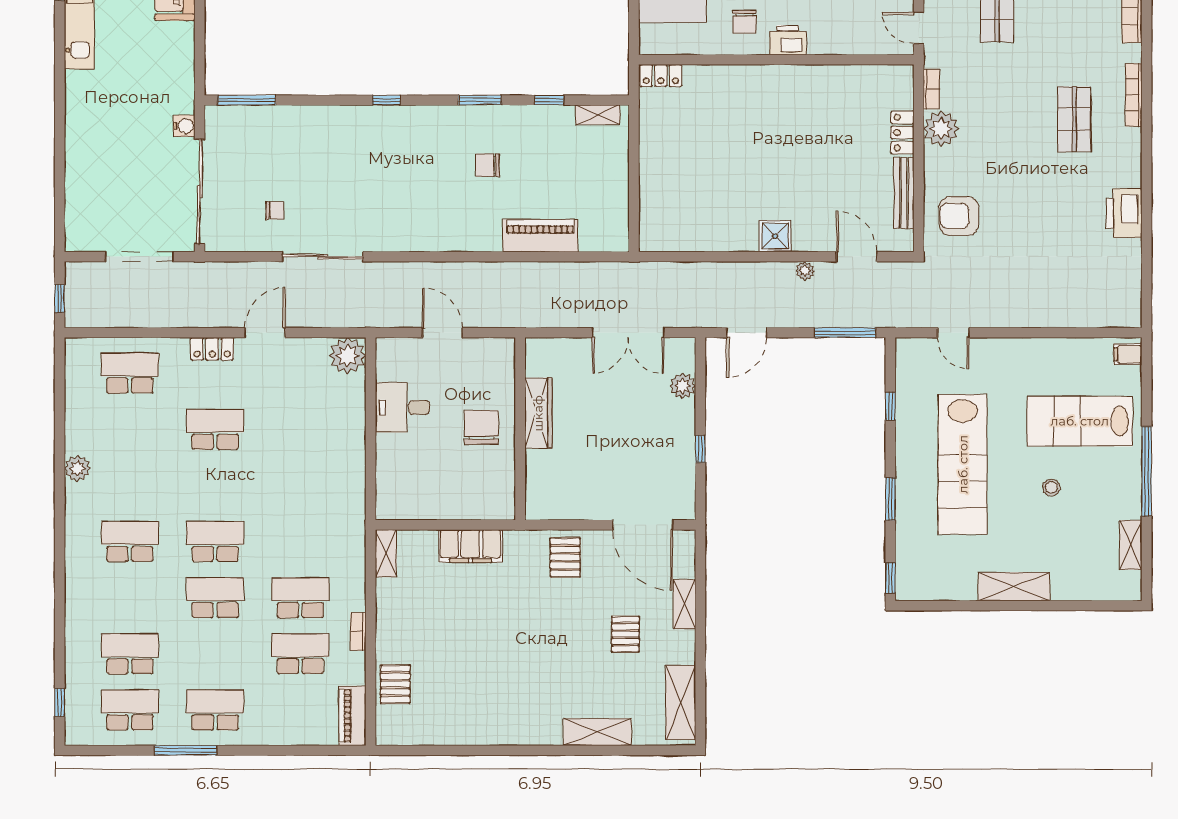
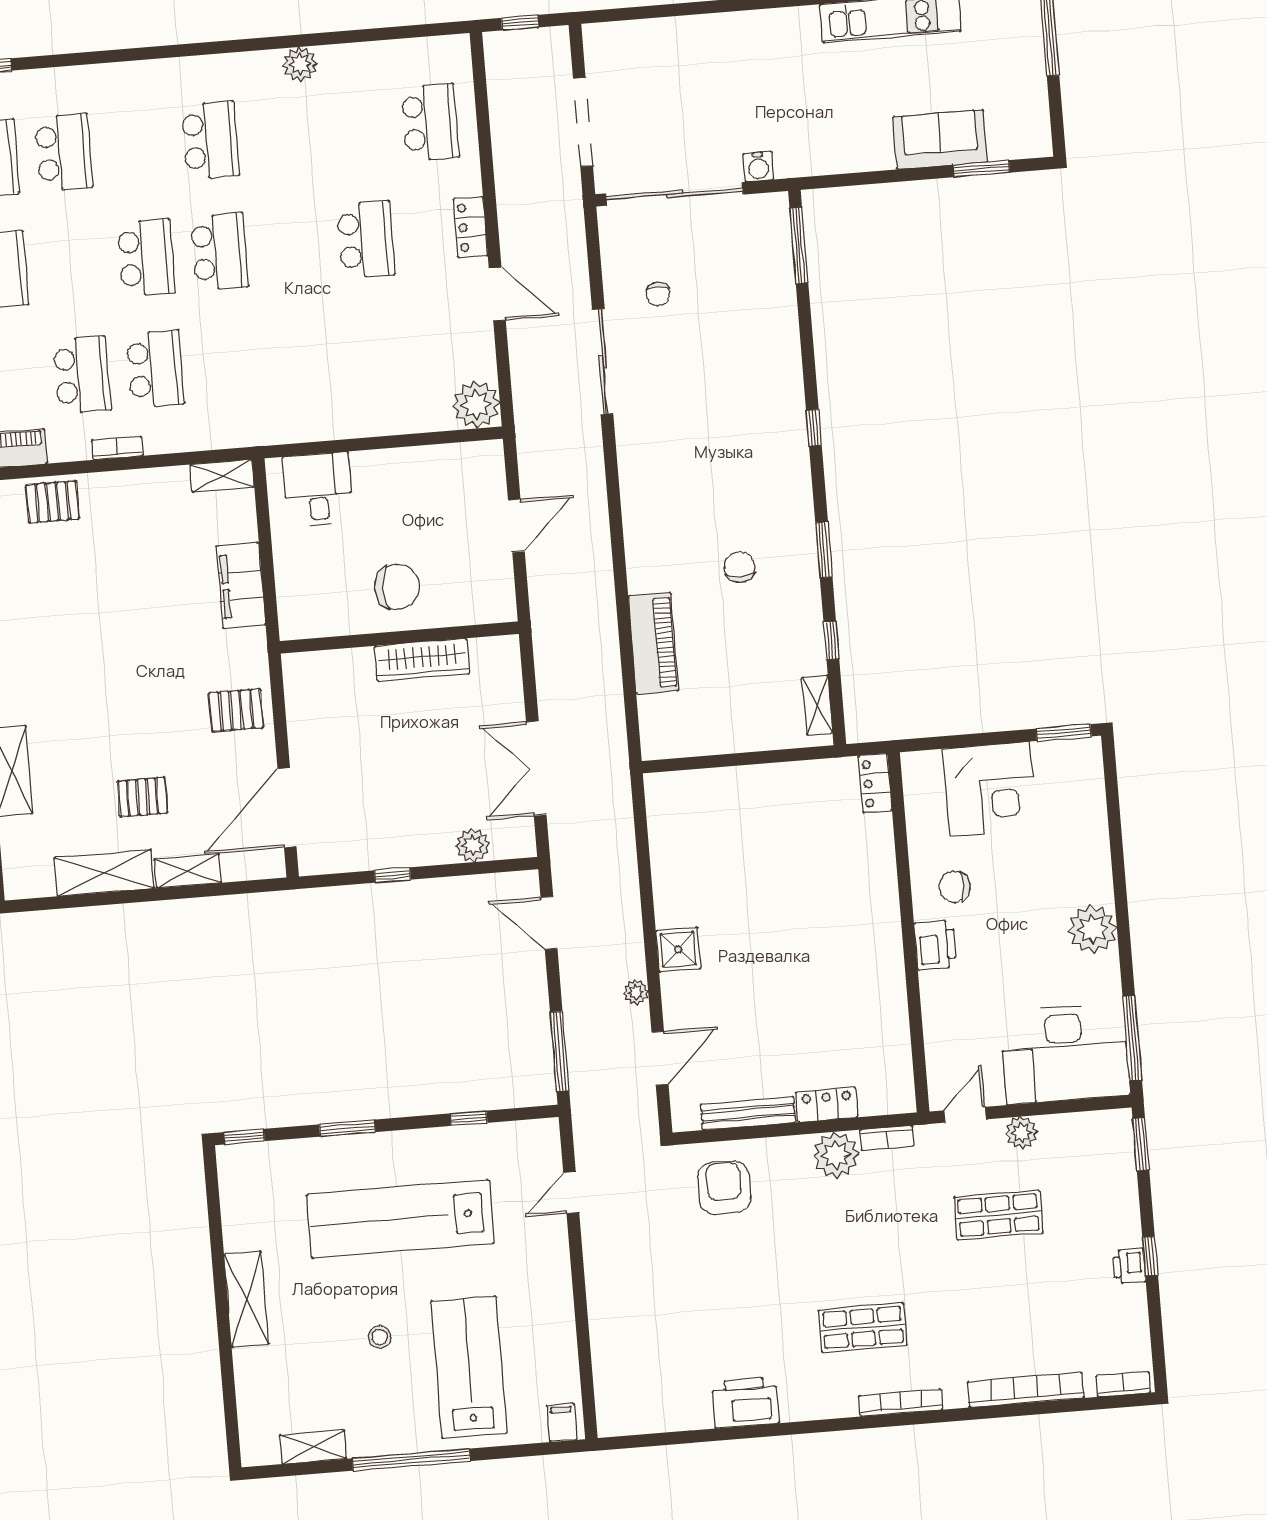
desk: (402, 407) -> (318, 490), moved
shelving: (681, 702) -> (104, 873), moved

